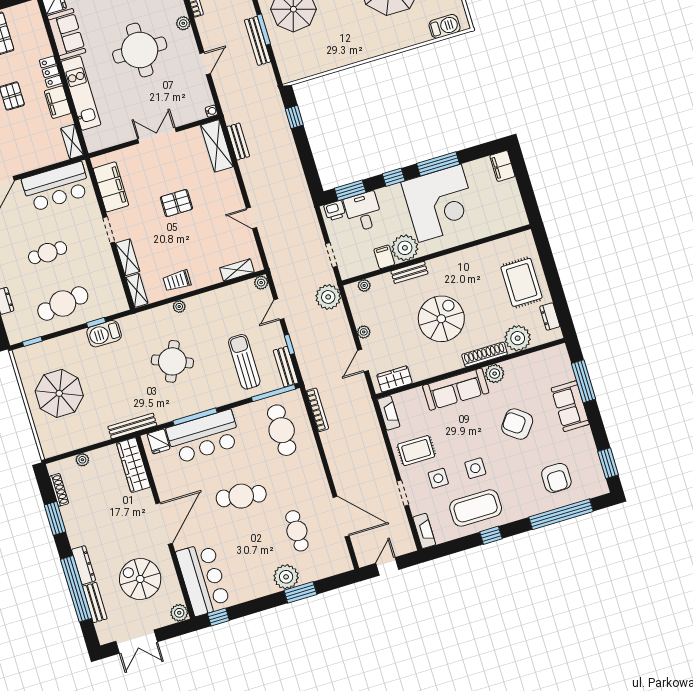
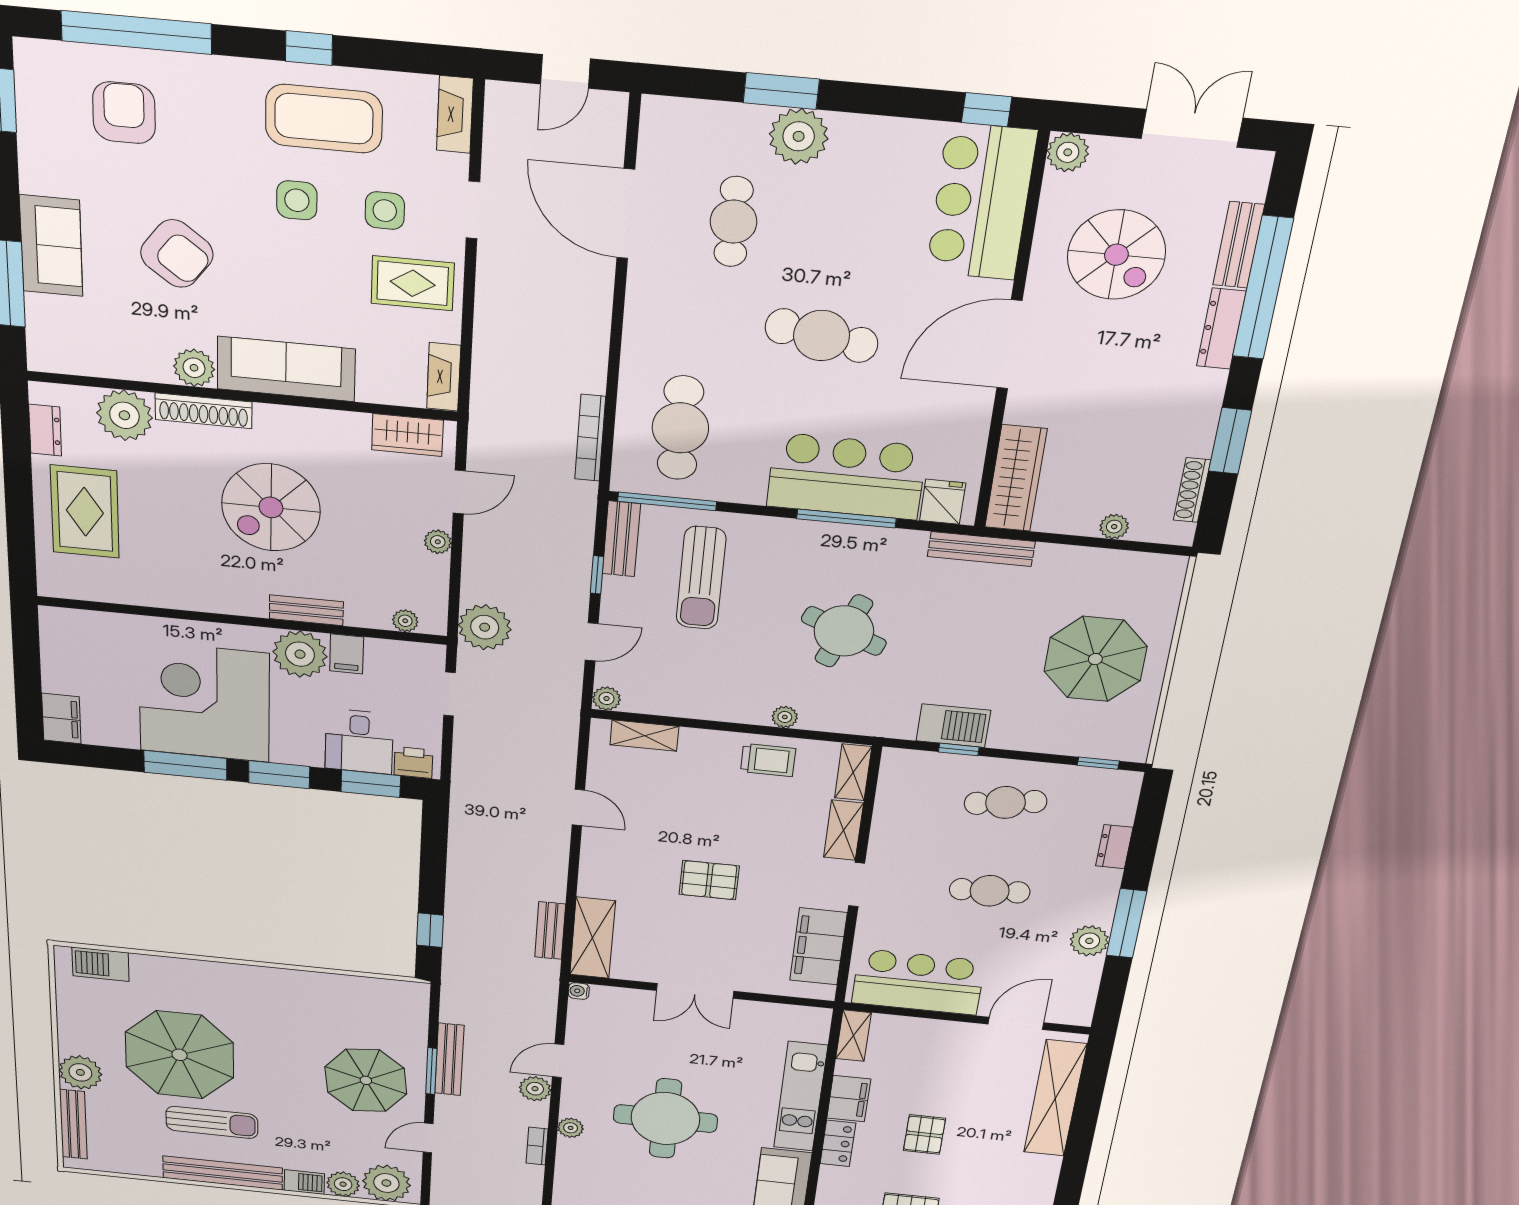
plant: (210, 41) -> (535, 1089), added
window: (394, 177) -> (279, 775), width x1.50
cafe table: (63, 303) -> (1006, 802), width x0.73, depth x0.74

